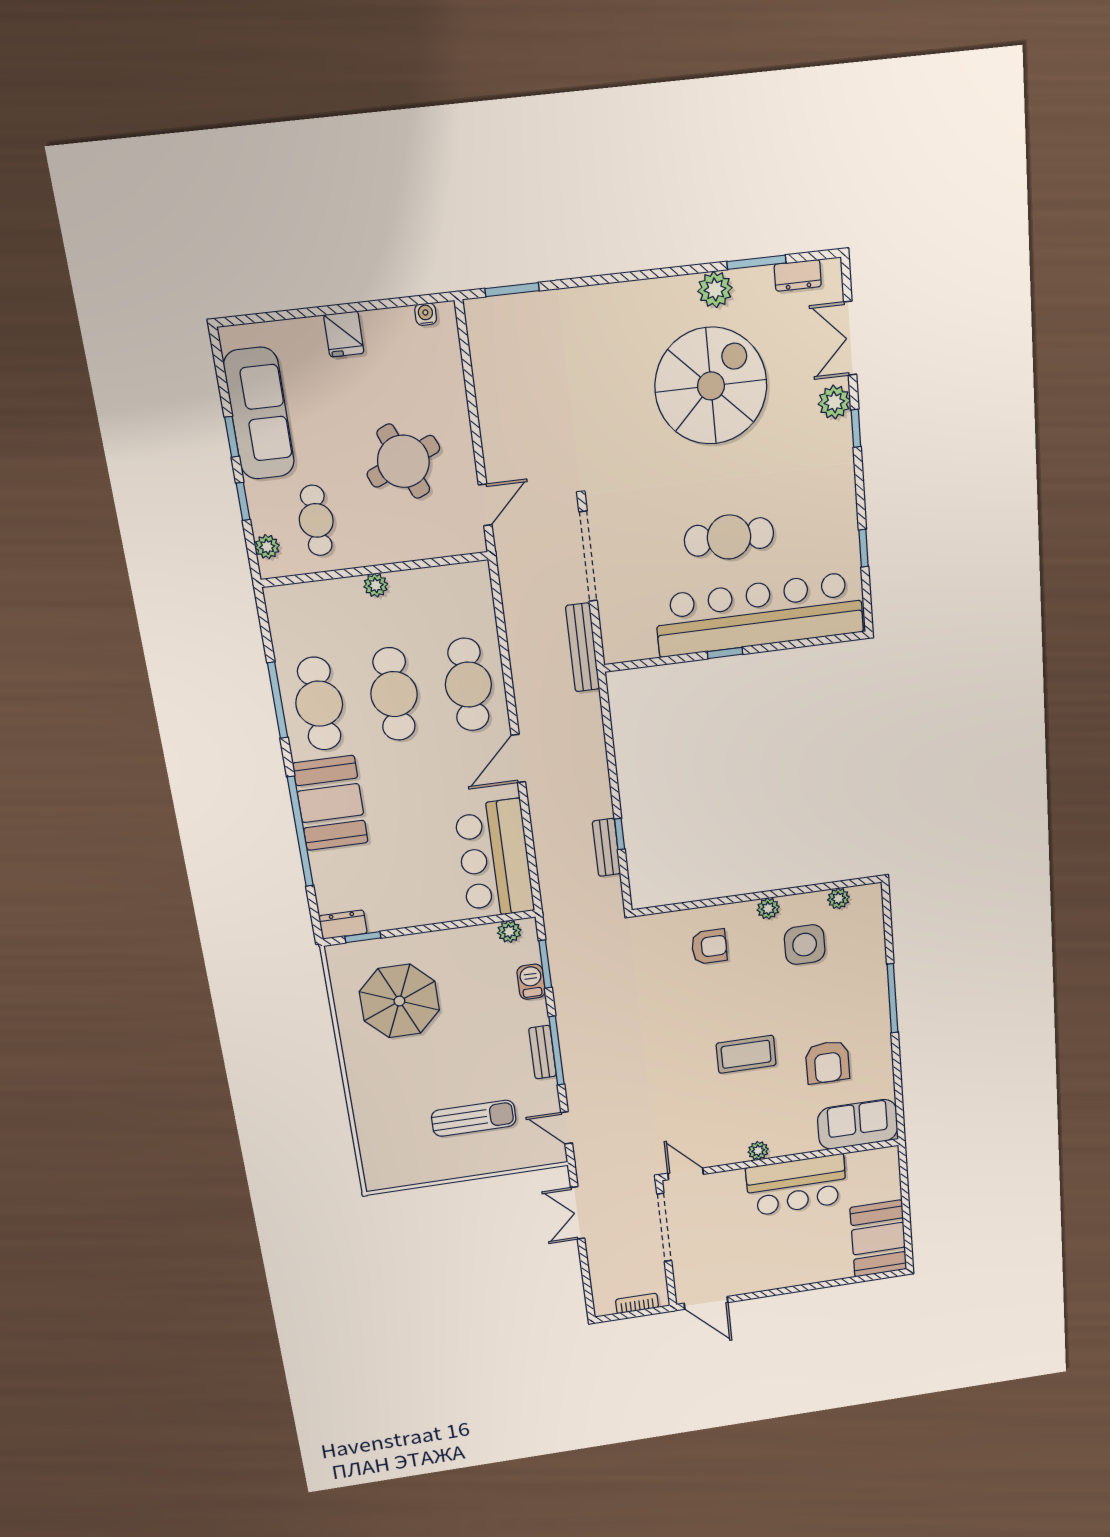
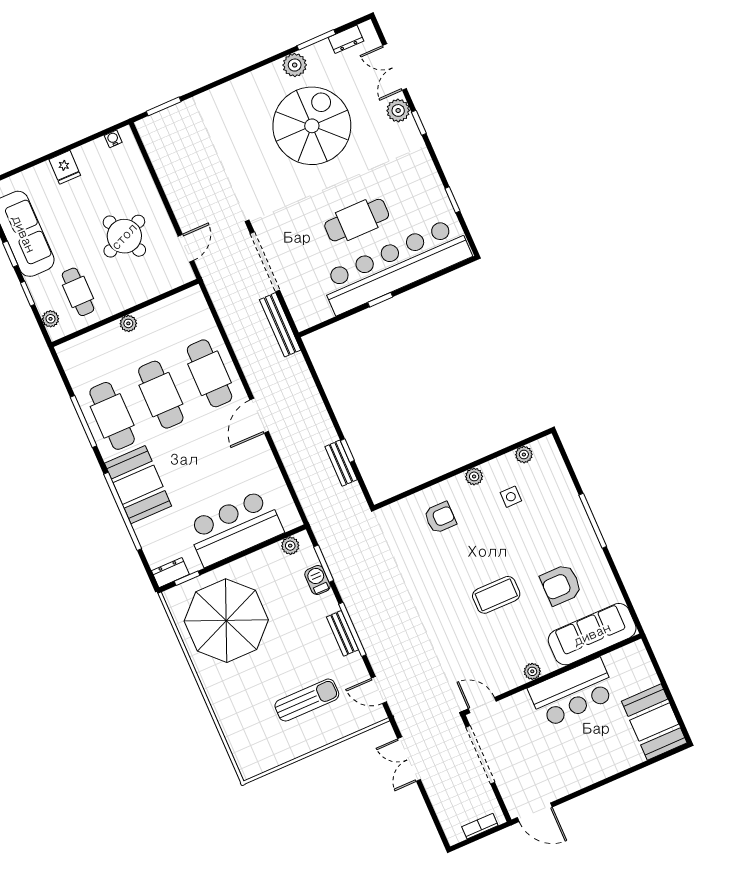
bar counter: (495, 859) -> (235, 528), moved, turned 90
side table: (805, 945) -> (511, 497), width x0.54, depth x0.54
parasol: (399, 1001) -> (226, 621), width x1.36, depth x1.36
armchair: (828, 1062) -> (561, 585), turned 90
sofa: (858, 1124) -> (592, 634), width x1.36

